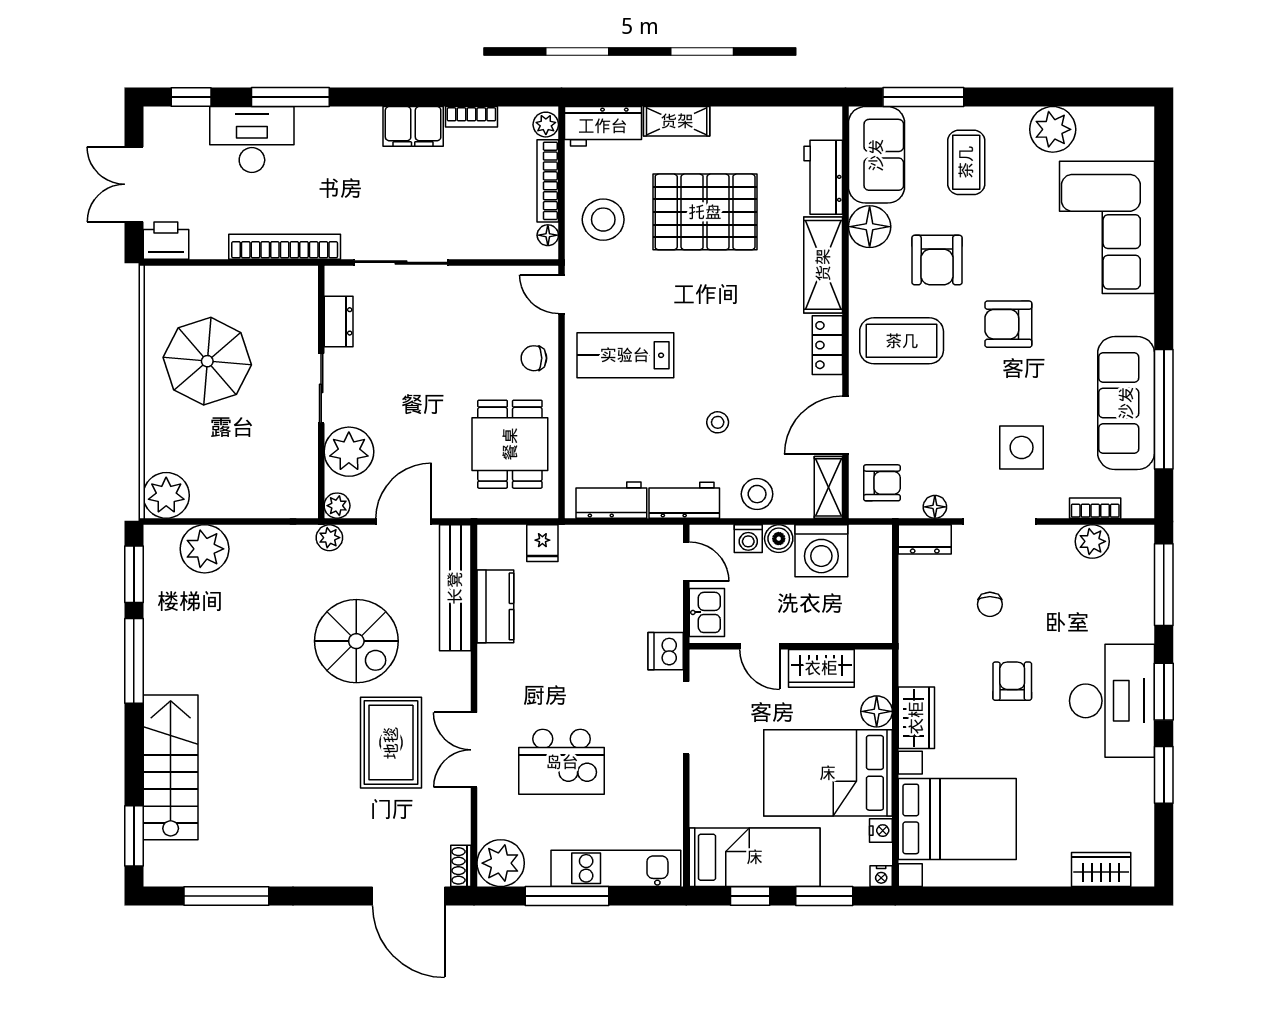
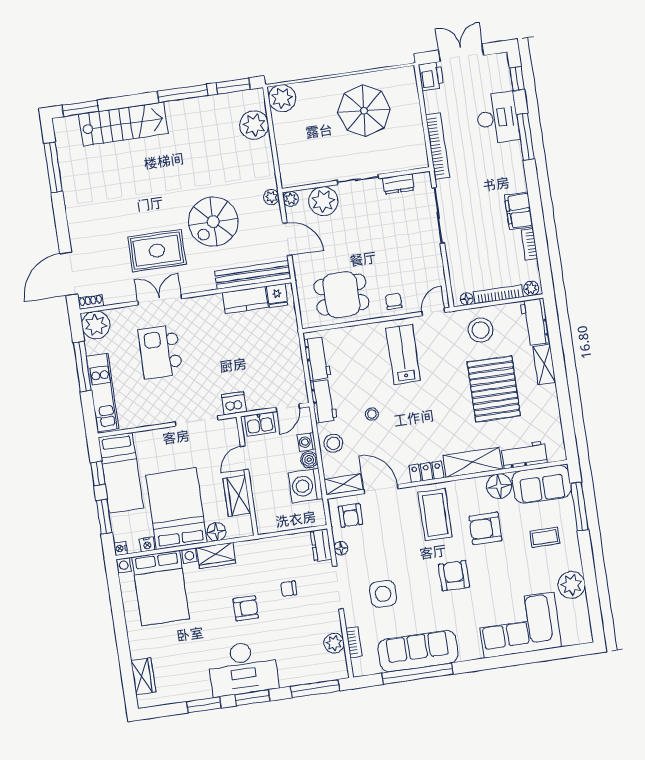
coffee table: (966, 162) -> (545, 537), width x0.73, depth x0.77
fridge: (542, 543) -> (277, 295), moved, turned -90

